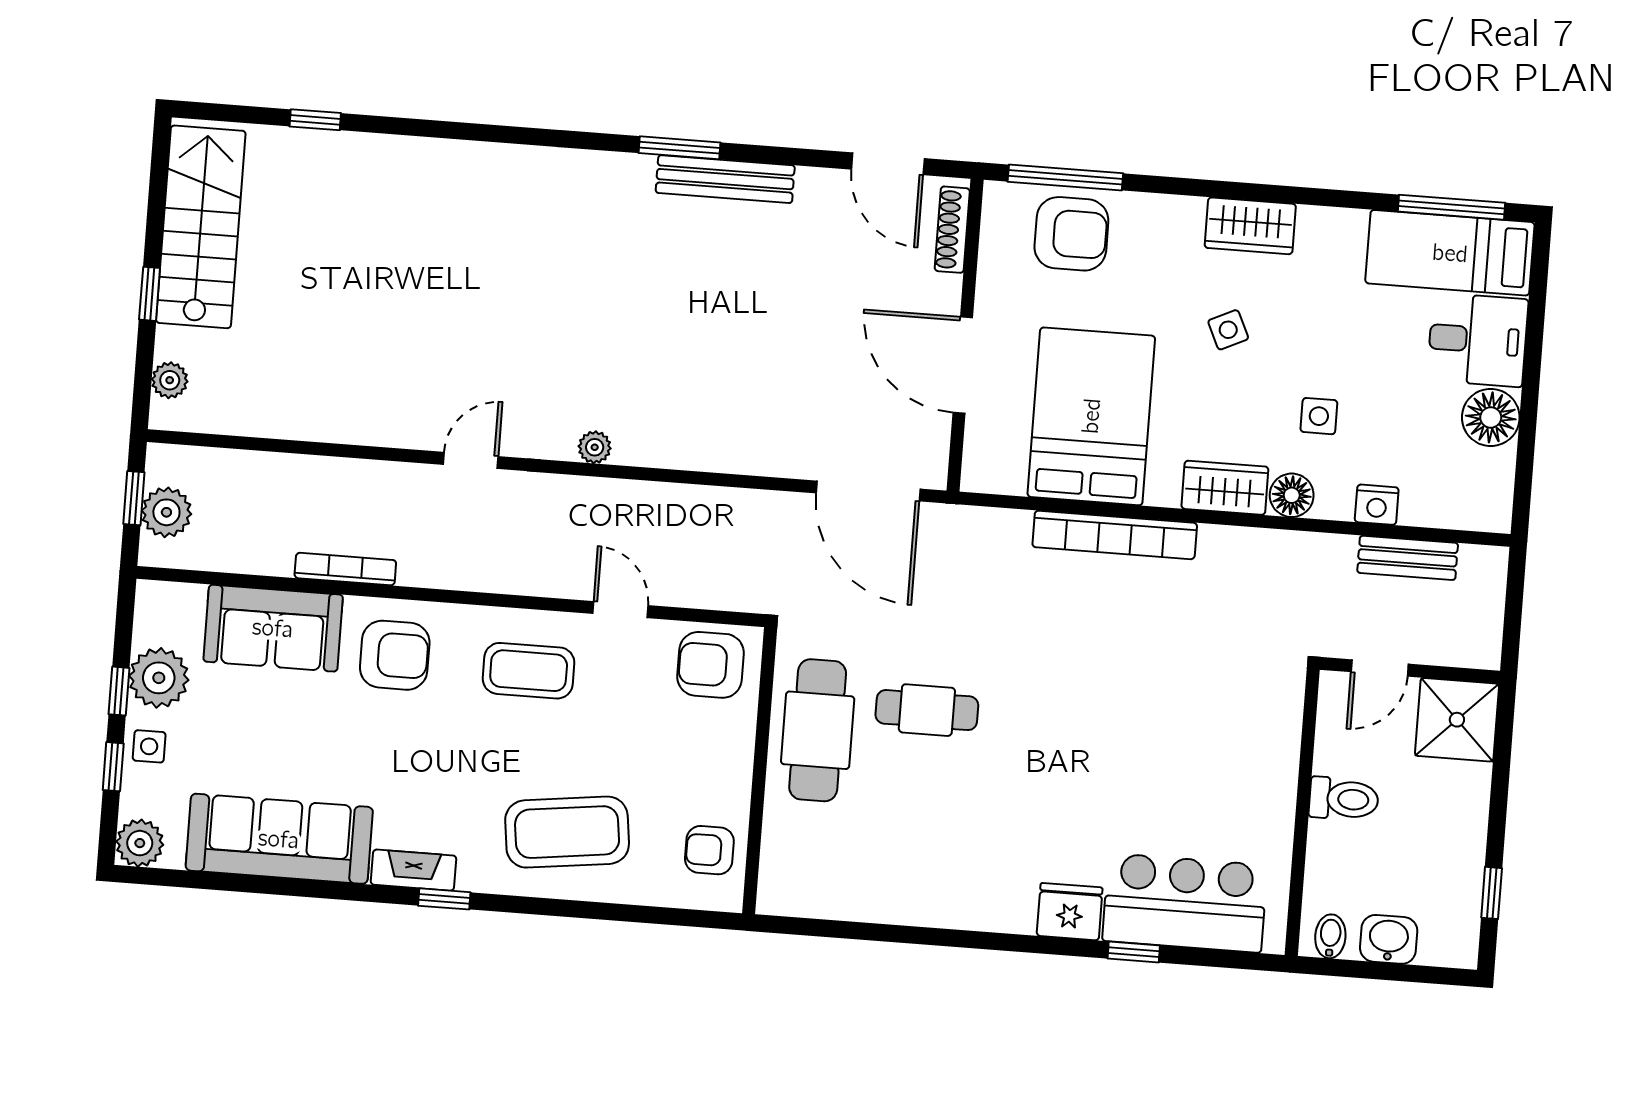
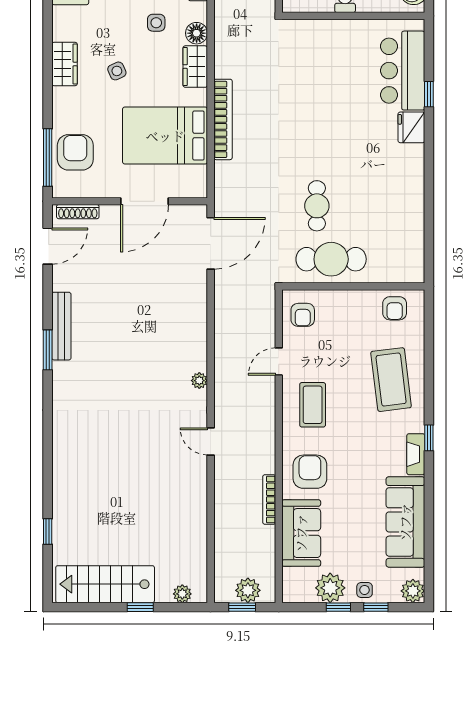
armchair: (711, 665) -> (303, 315), width x0.72, depth x0.72

